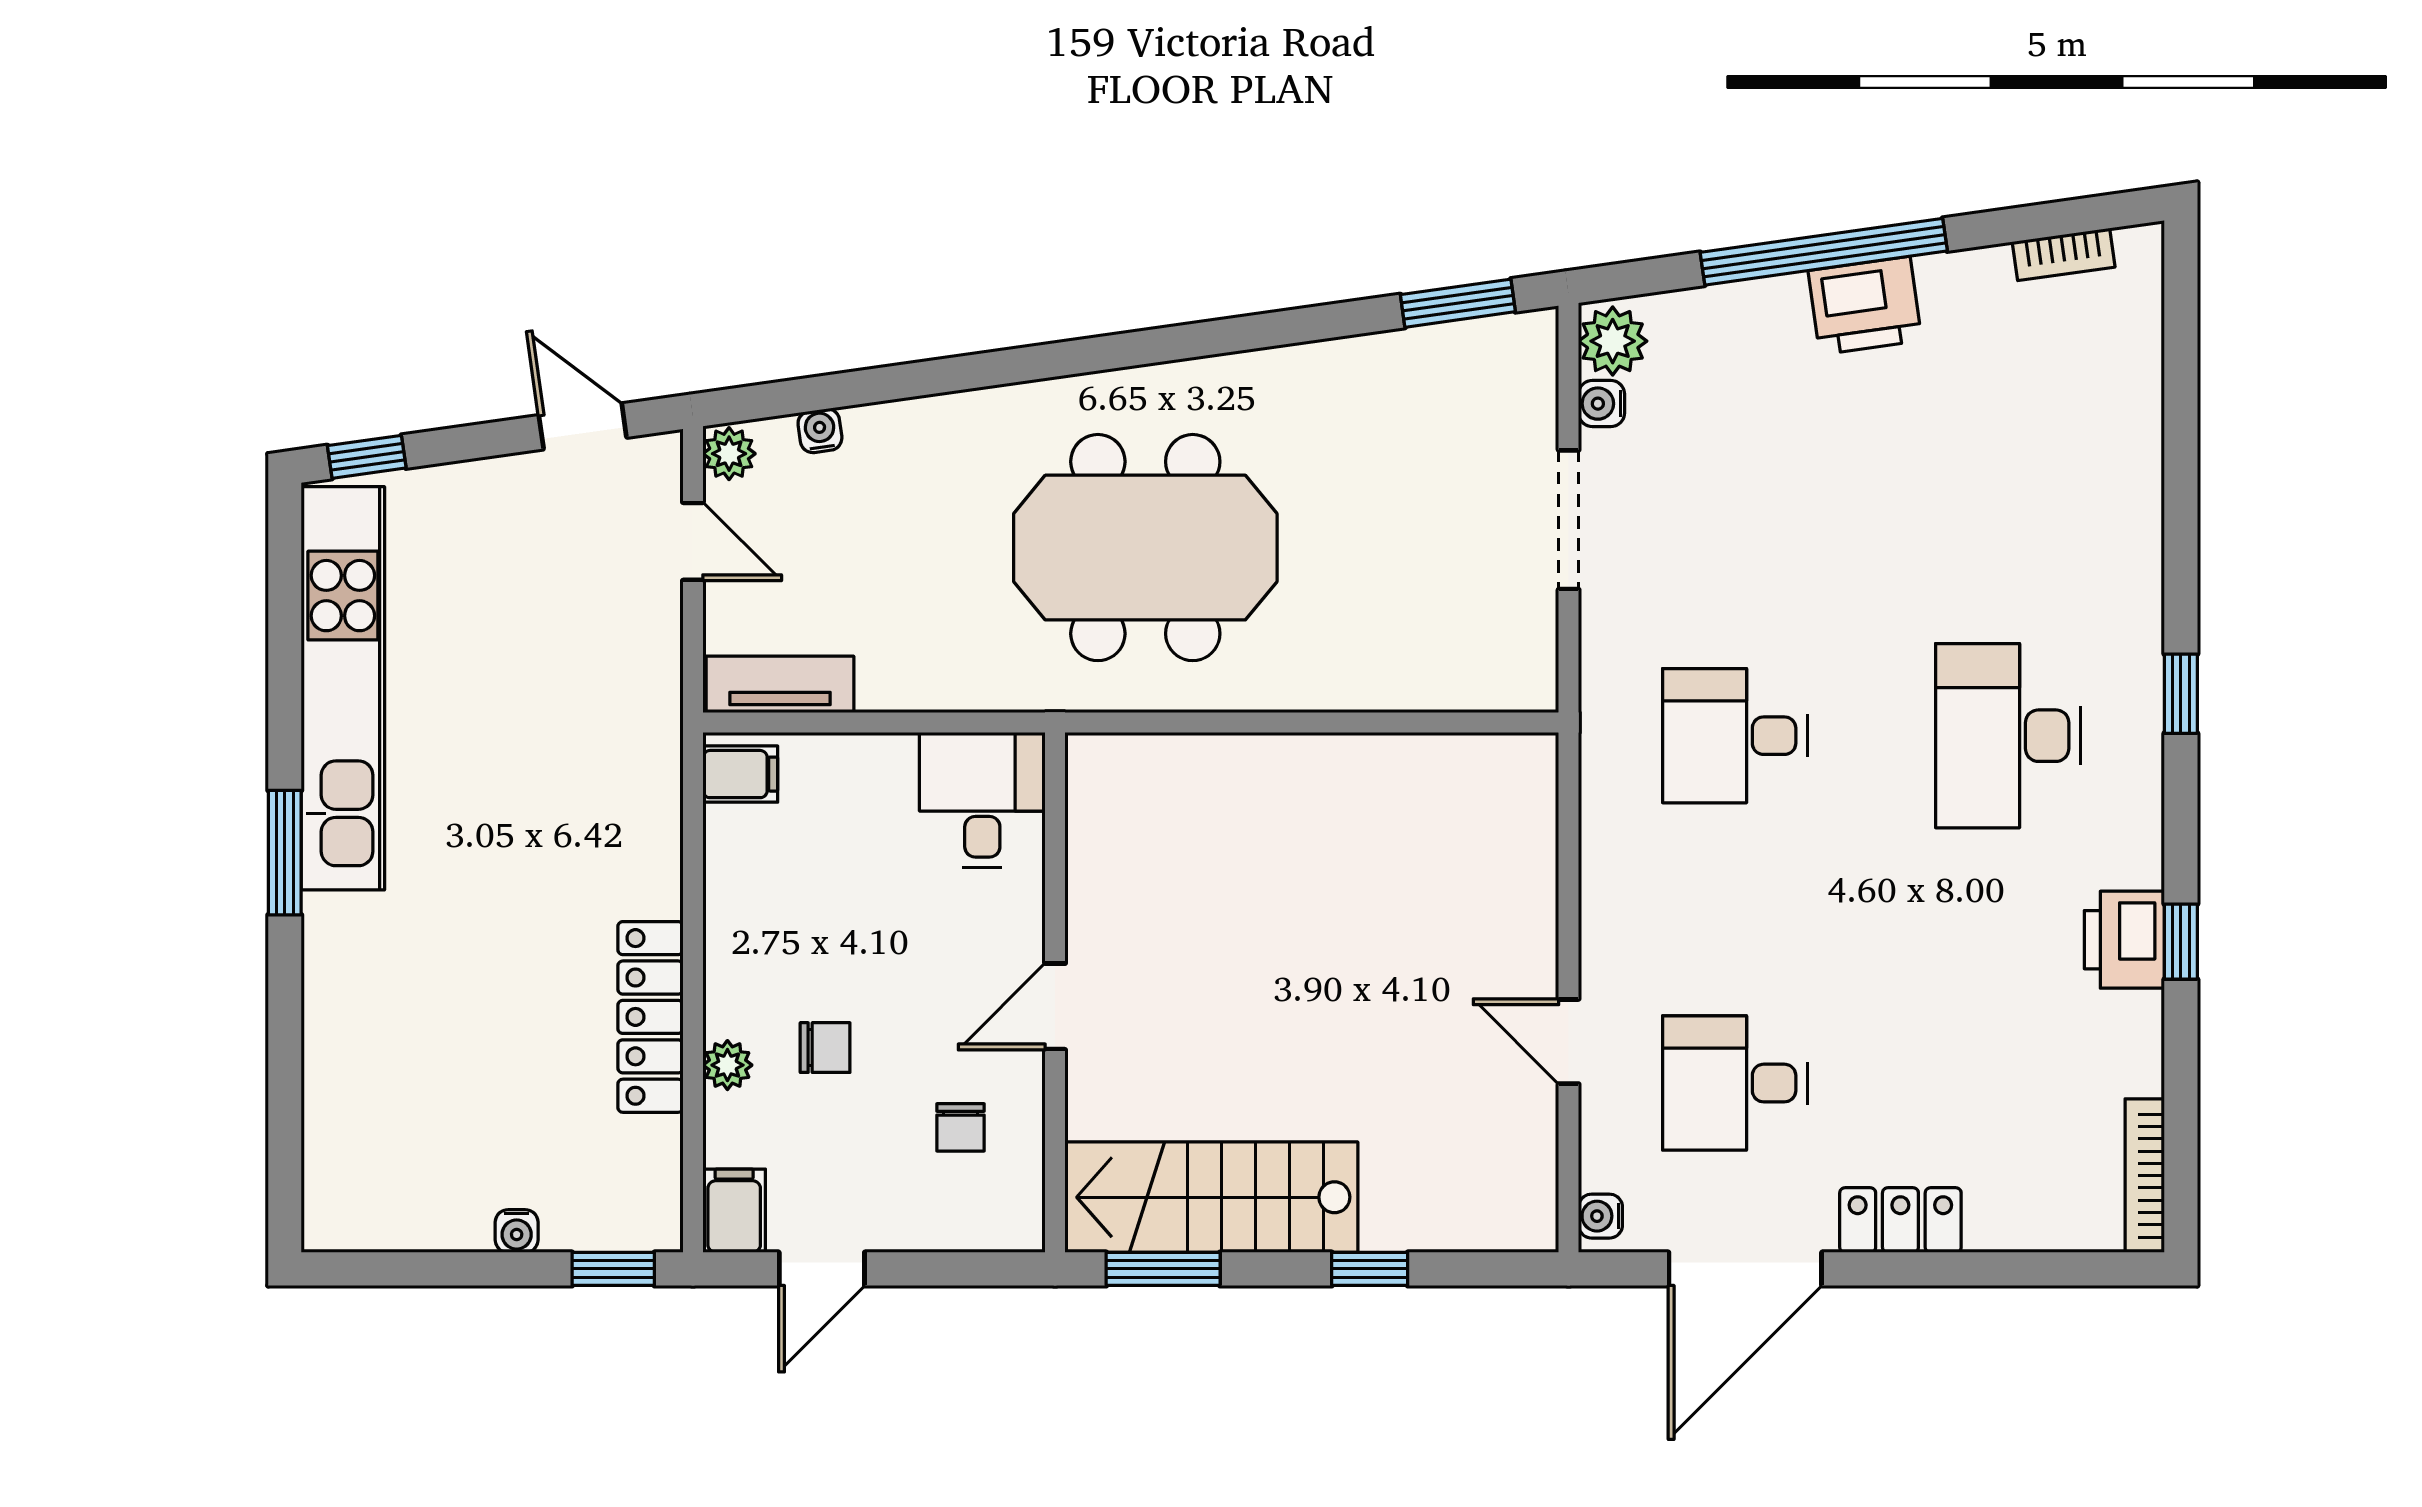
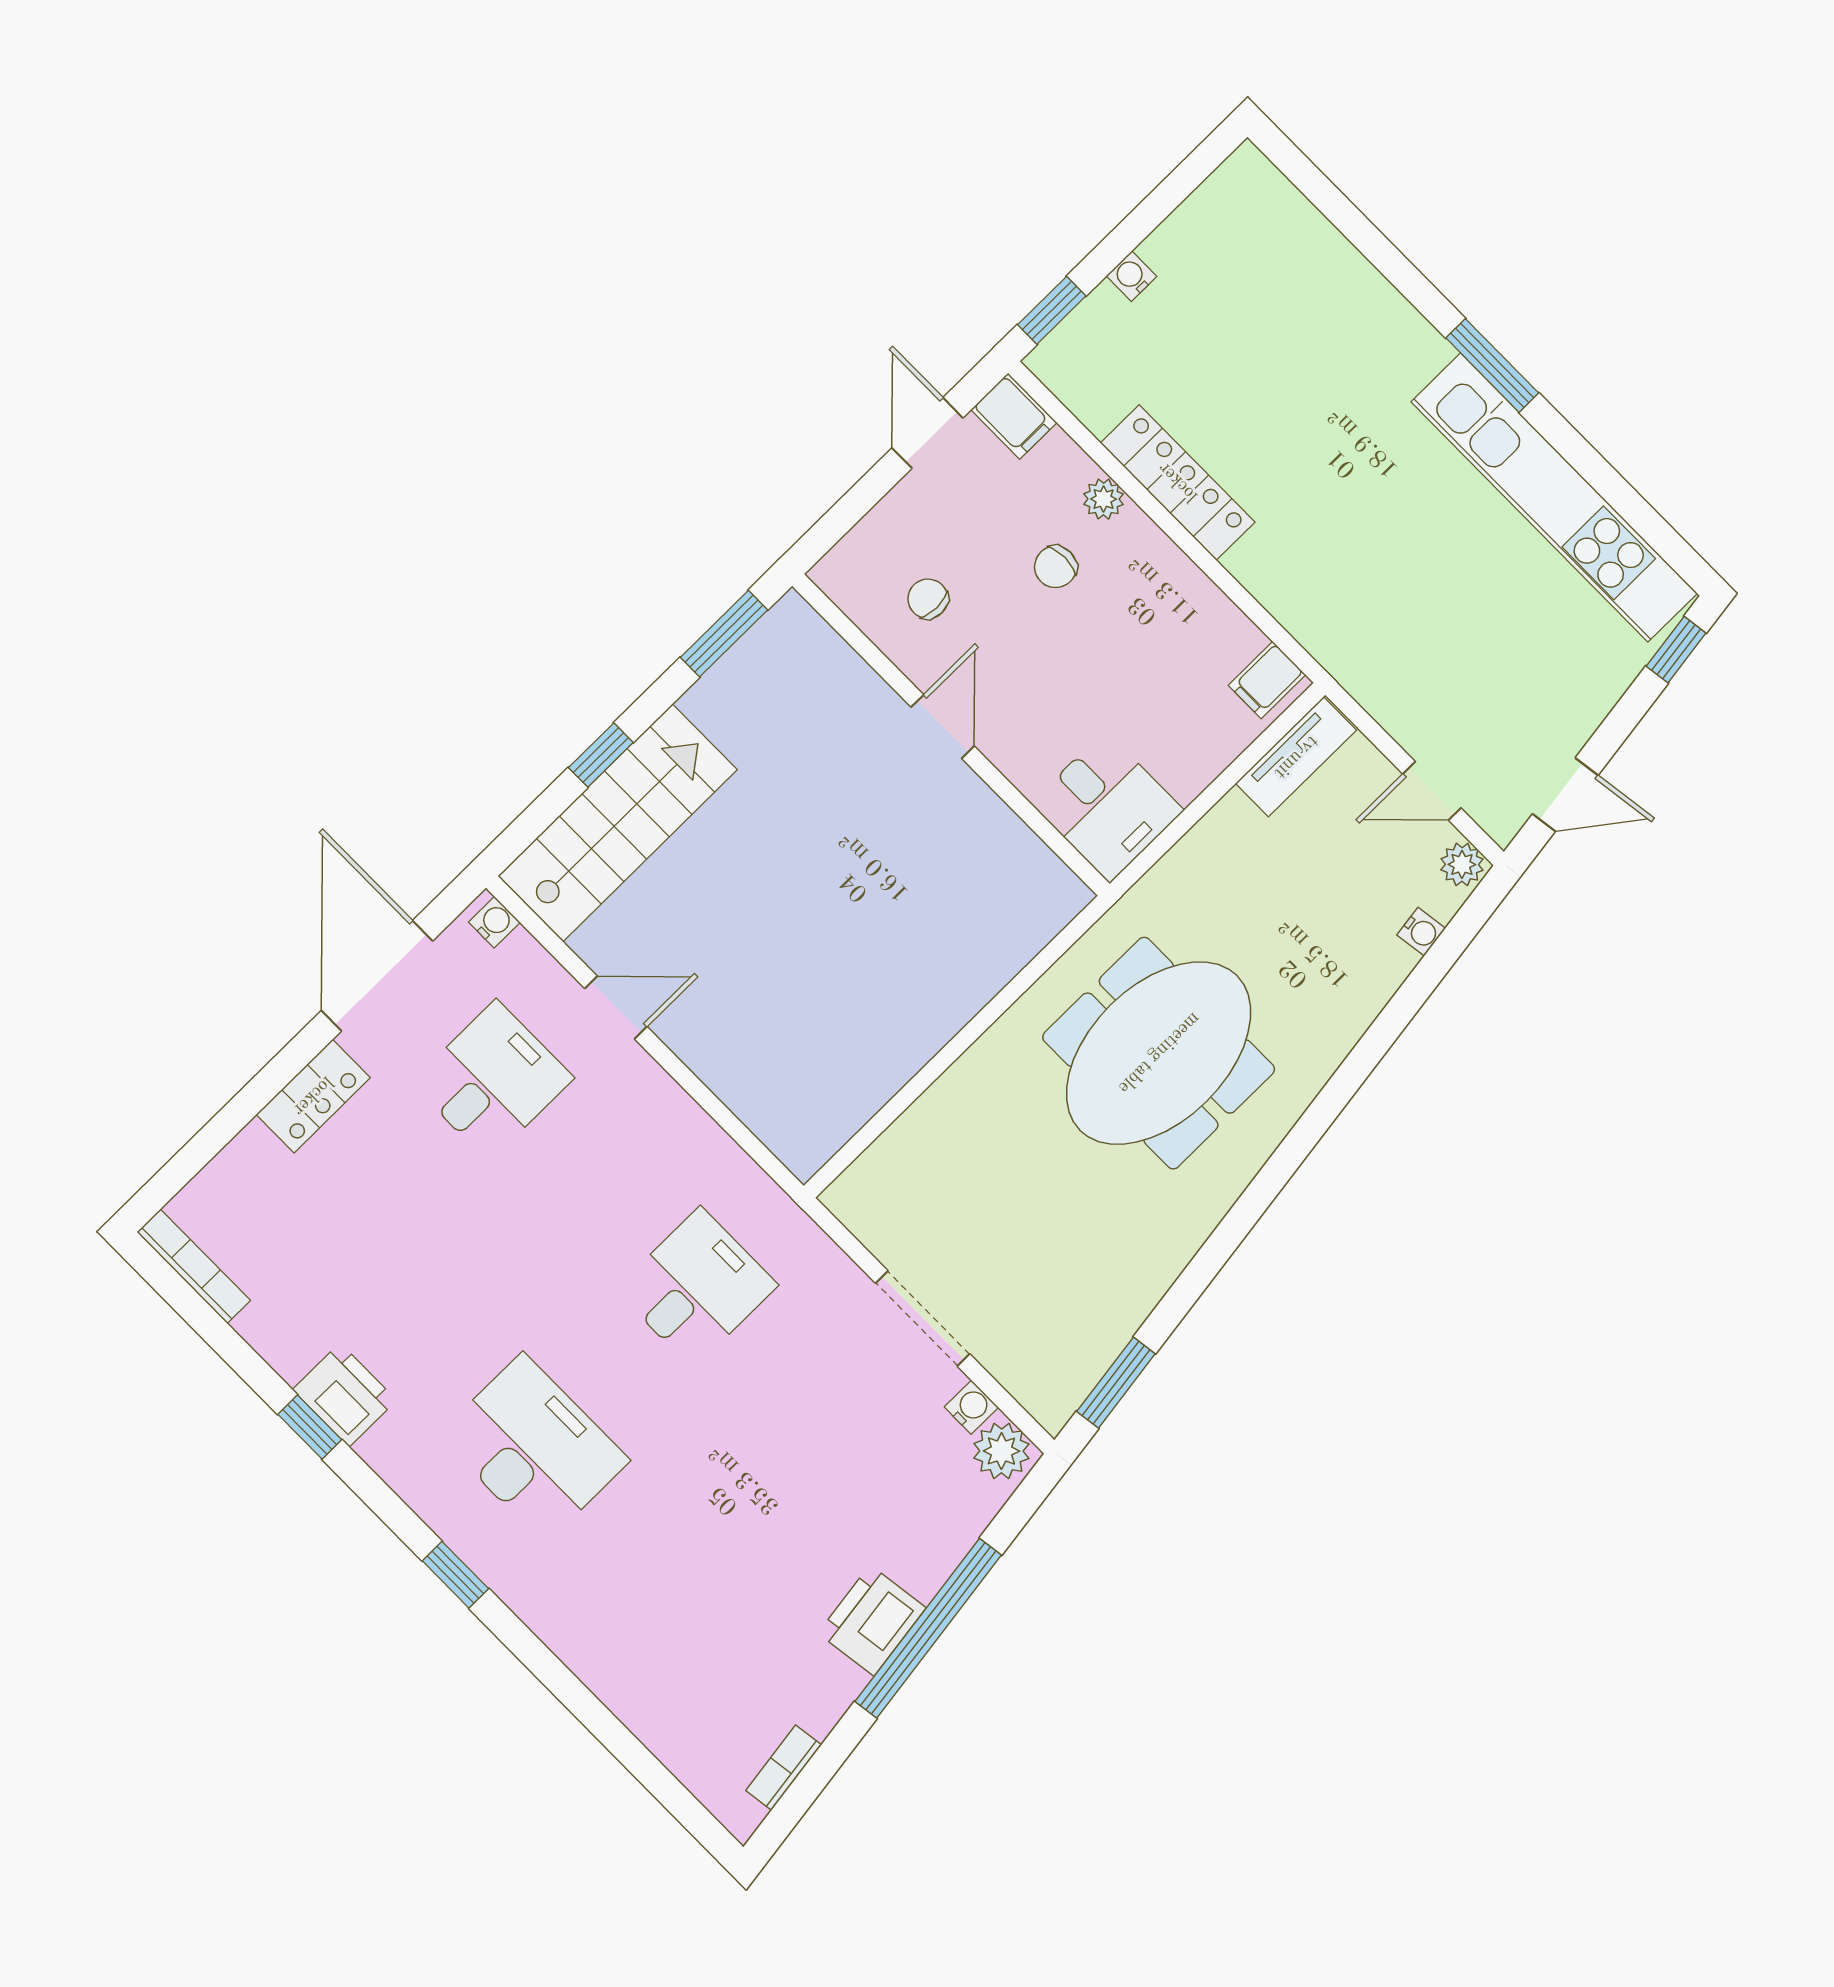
stairs: (1211, 1197) -> (618, 823), moved

